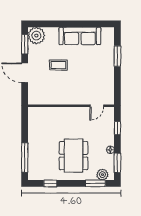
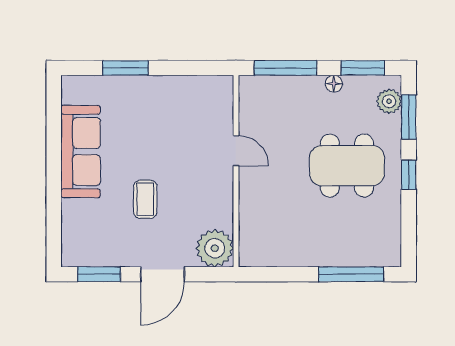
plant: (36, 36) -> (215, 248), moved
door: (97, 106) -> (236, 151), moved
window: (117, 128) -> (286, 68), width x2.17
window: (50, 183) -> (409, 175), moved

